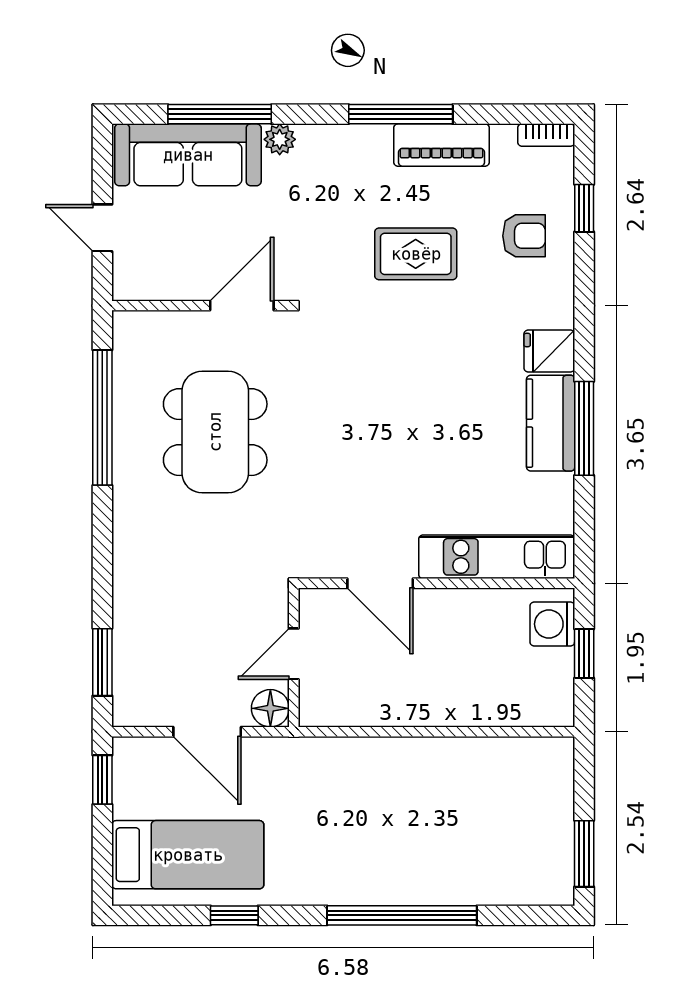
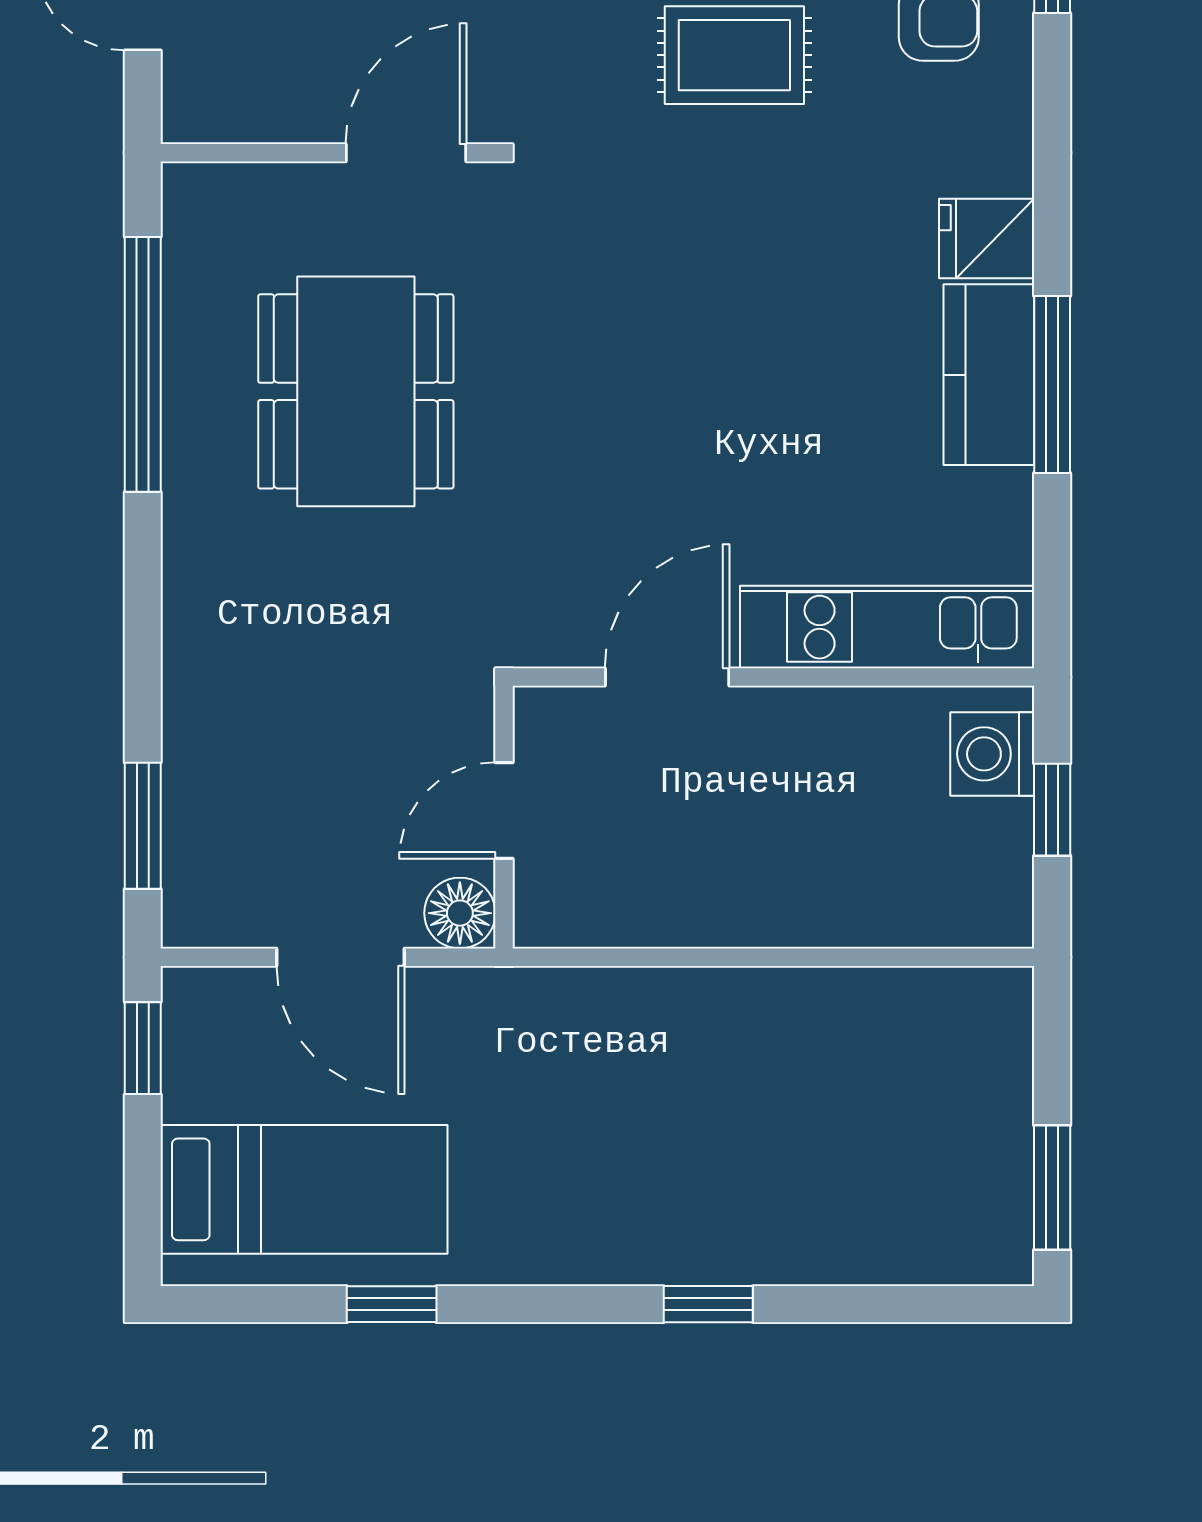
door: (380, 583) -> (667, 677), swing flipped
window: (402, 915) -> (708, 1304), width x0.32

